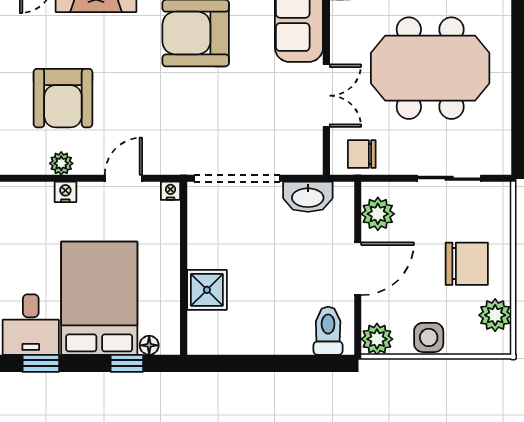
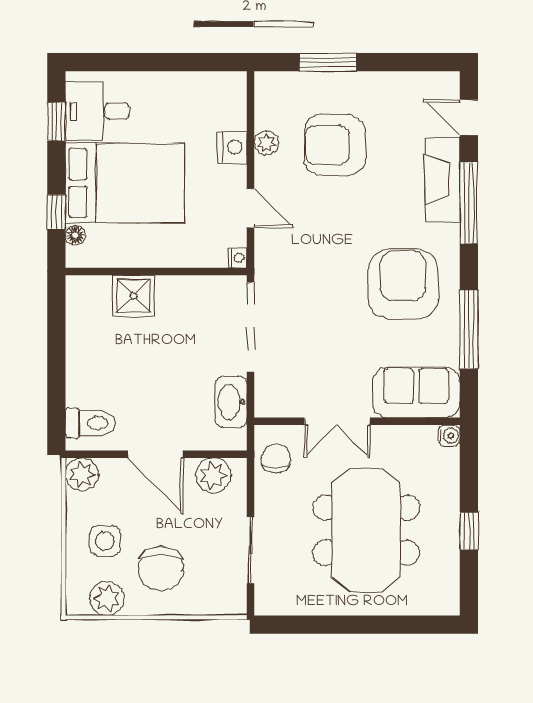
nightstand: (65, 192) -> (232, 147), width x1.39, depth x1.35
side table: (429, 337) -> (105, 541), moved

